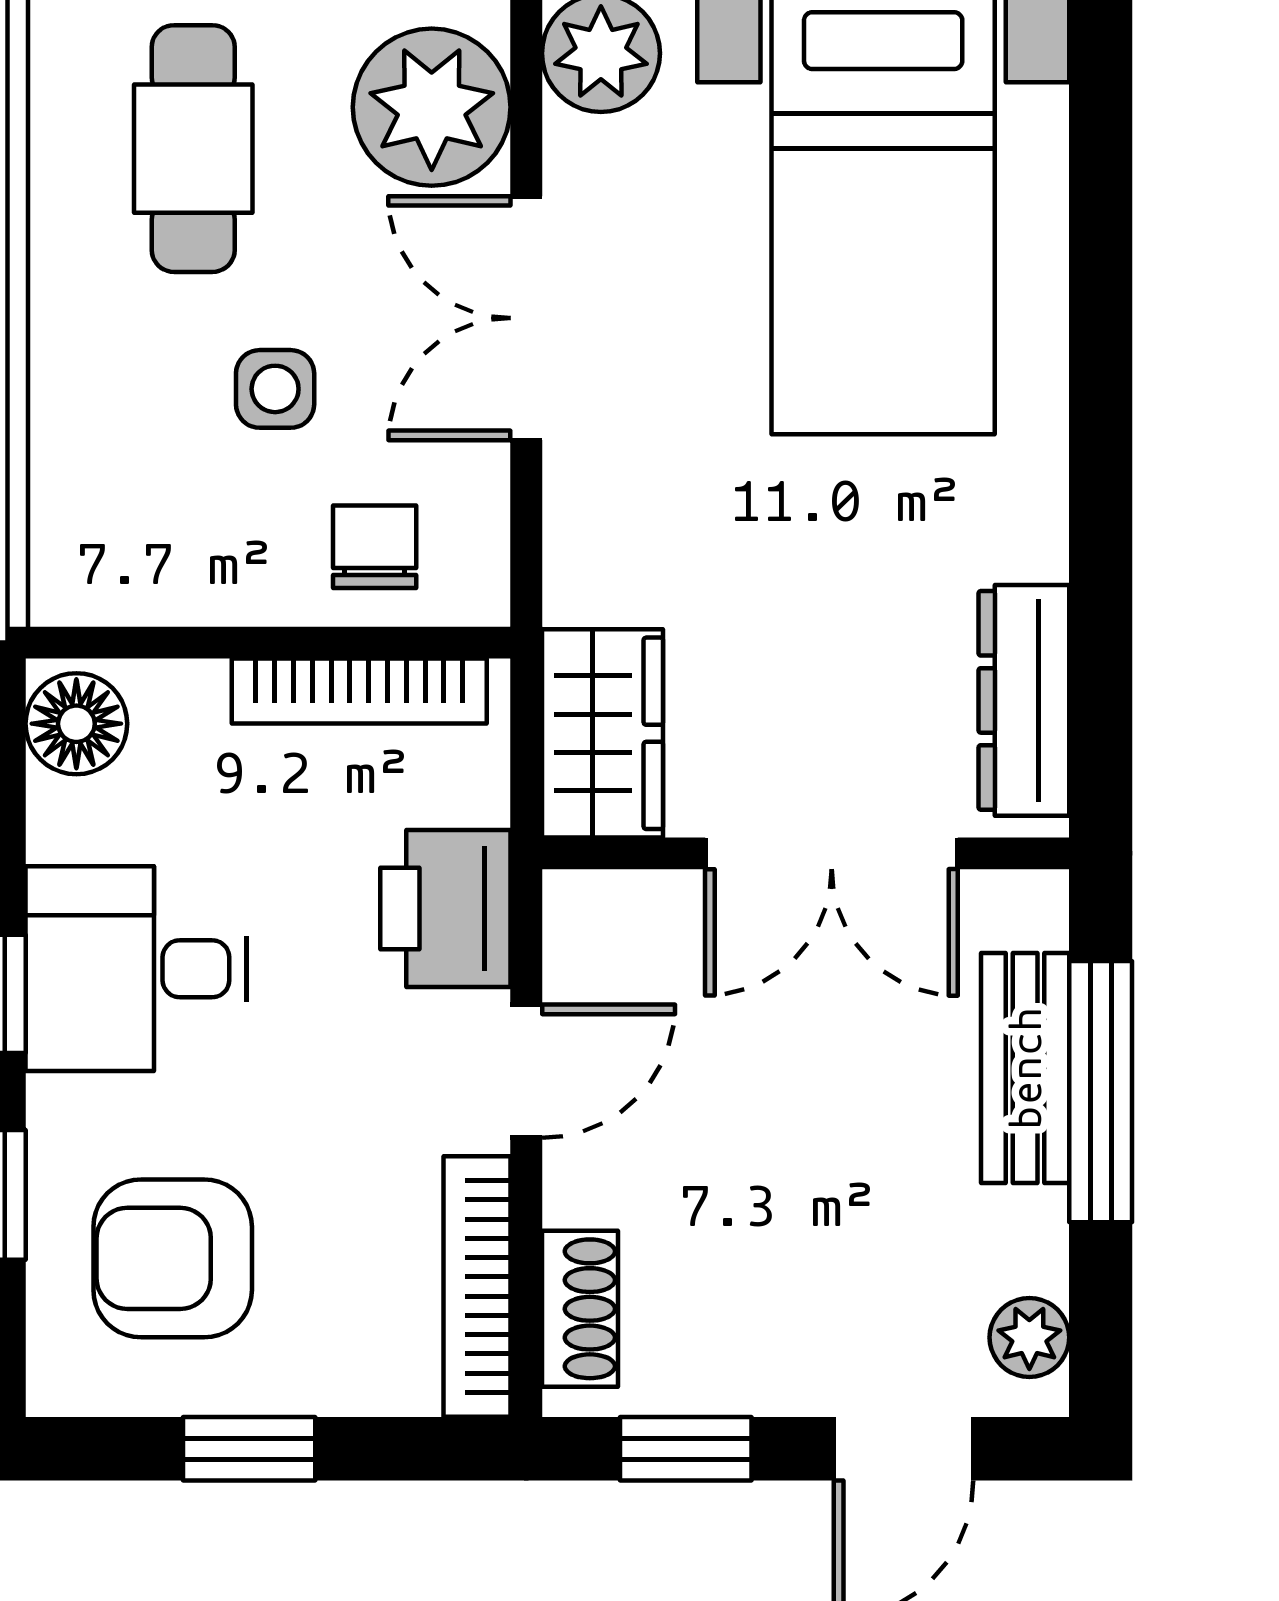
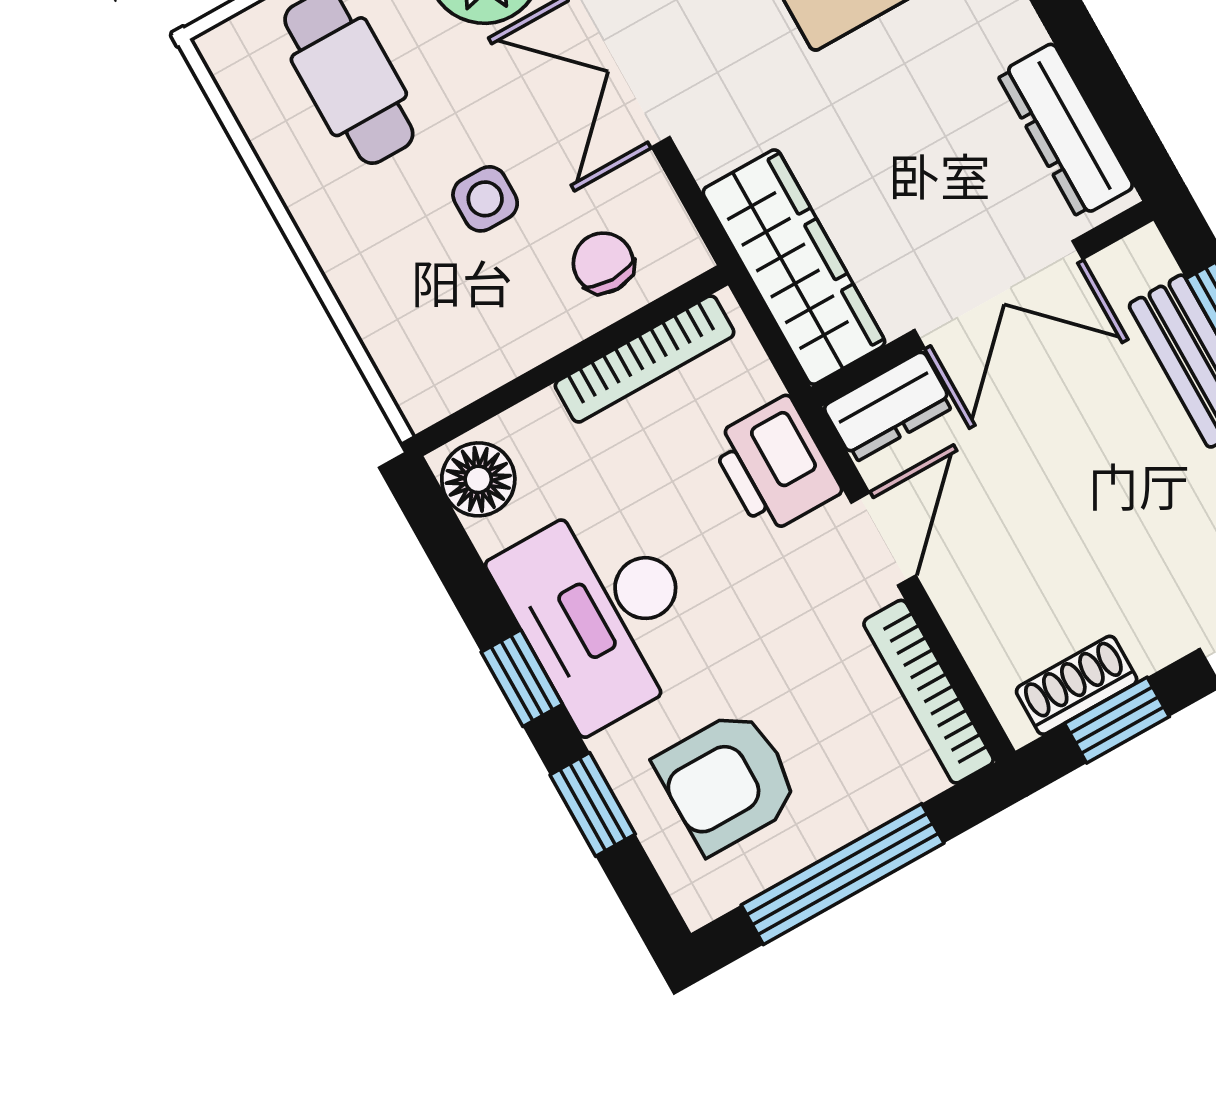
wardrobe: (603, 733) -> (794, 267), width x1.50
dresser: (622, 914) -> (889, 407), added
desk: (136, 969) -> (602, 612), width x1.37
shoe rack: (580, 1309) -> (1077, 685), moved, turned -90
window: (249, 1449) -> (843, 874), width x2.17

